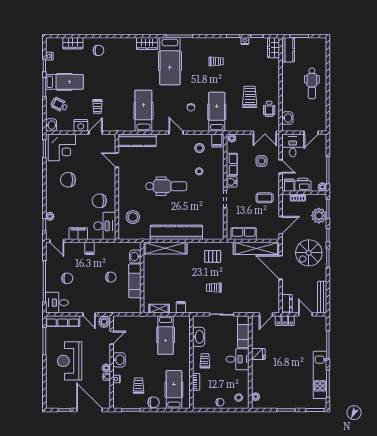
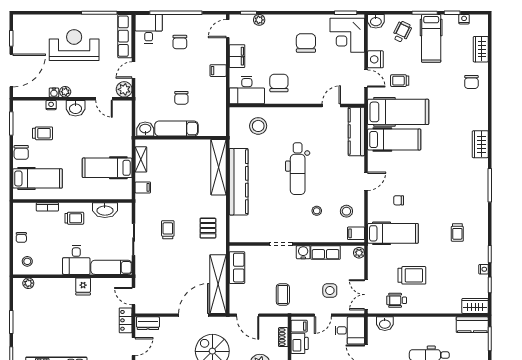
hospital bed: (170, 61) -> (398, 112), moved, turned 180
washbasin: (135, 256) -> (145, 129), moved

